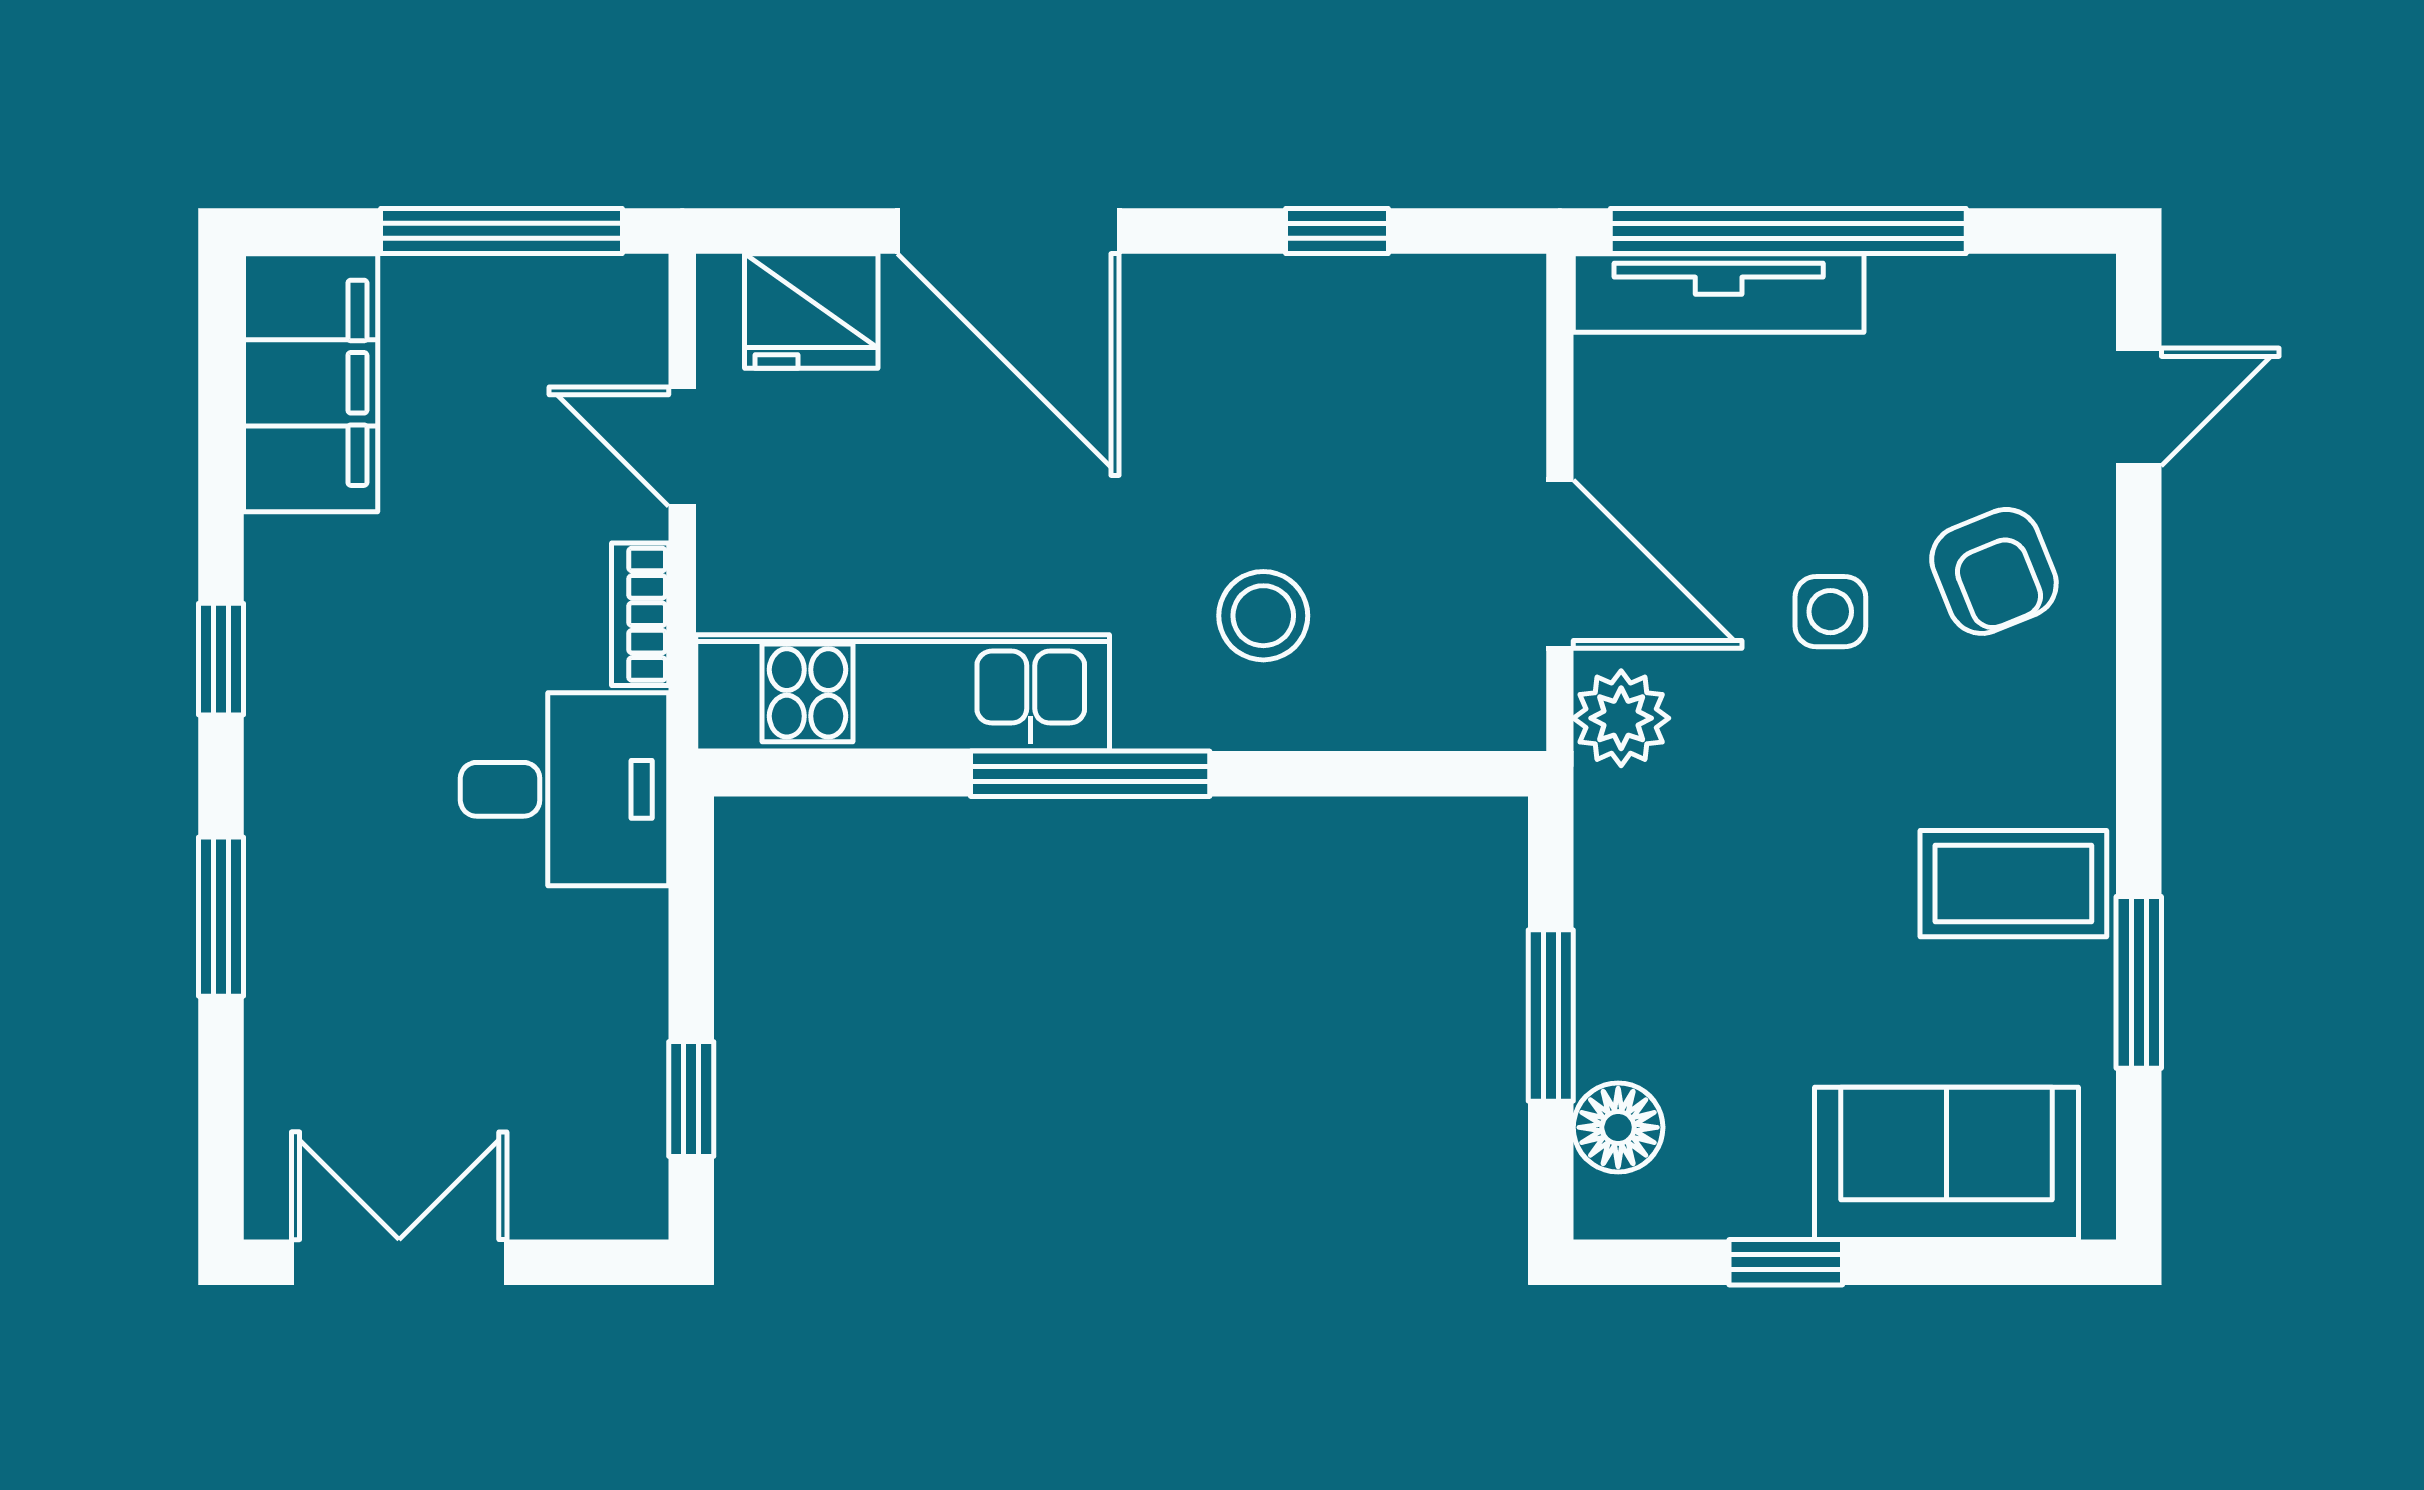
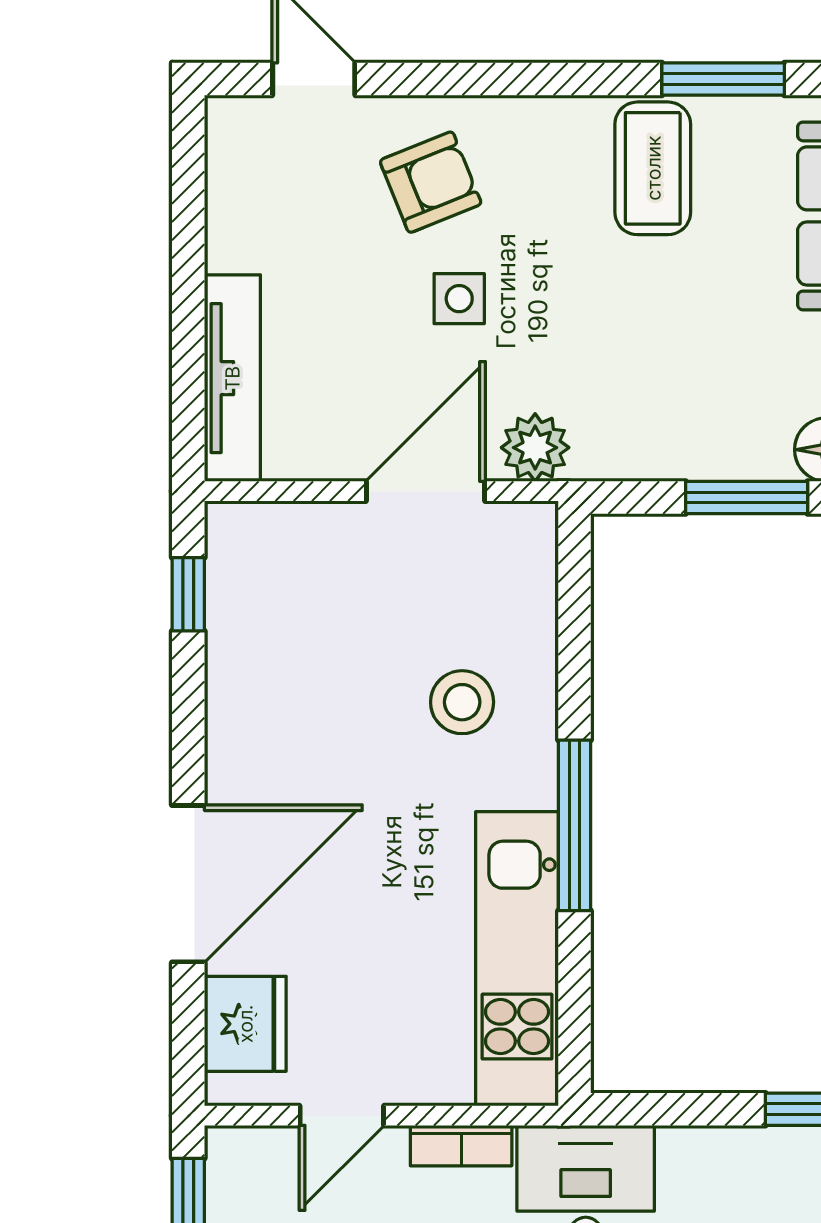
window: (1337, 231) -> (188, 594), moved
window: (1788, 231) -> (188, 329), removed

